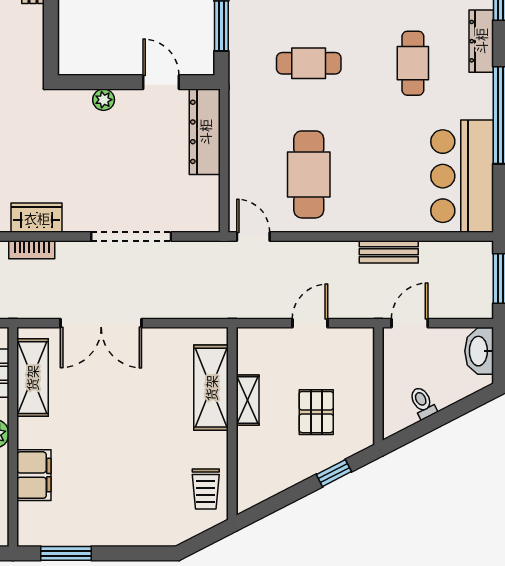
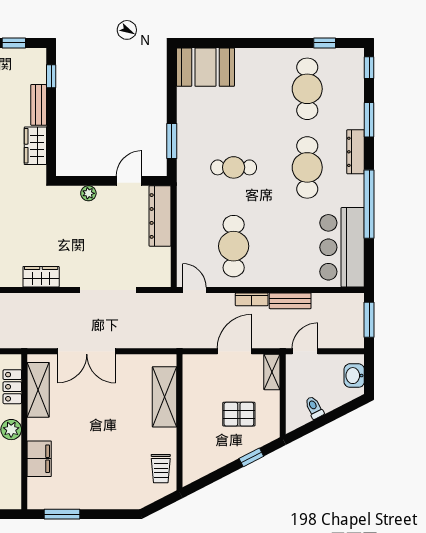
wardrobe: (28, 33) -> (35, 146), added
cafe table: (413, 63) -> (307, 167), width x1.37, depth x1.35
door: (161, 82) -> (129, 181), hinge flipped
bookcase: (32, 250) -> (252, 299), moved
door: (310, 323) -> (234, 351), width x1.38
washbasin: (479, 351) -> (354, 376), width x0.72
shelving: (248, 400) -> (272, 372), moved
pallet: (316, 412) -> (239, 414), turned 90

